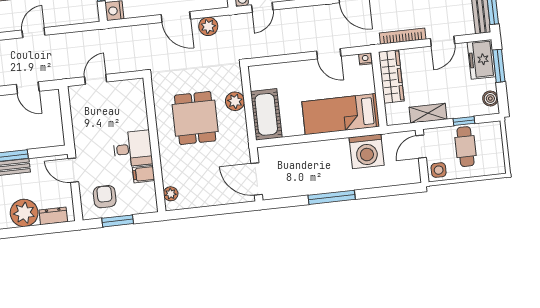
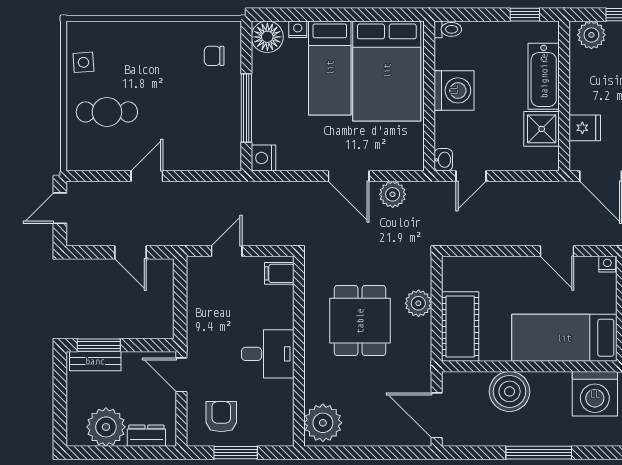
boiler: (306, 156) -> (510, 391), added
filing cabinet: (144, 174) -> (279, 273), moved
plant: (171, 194) -> (323, 423), width x1.87, depth x1.87

